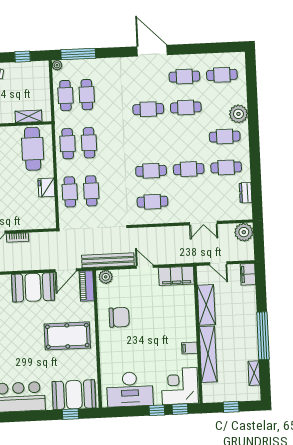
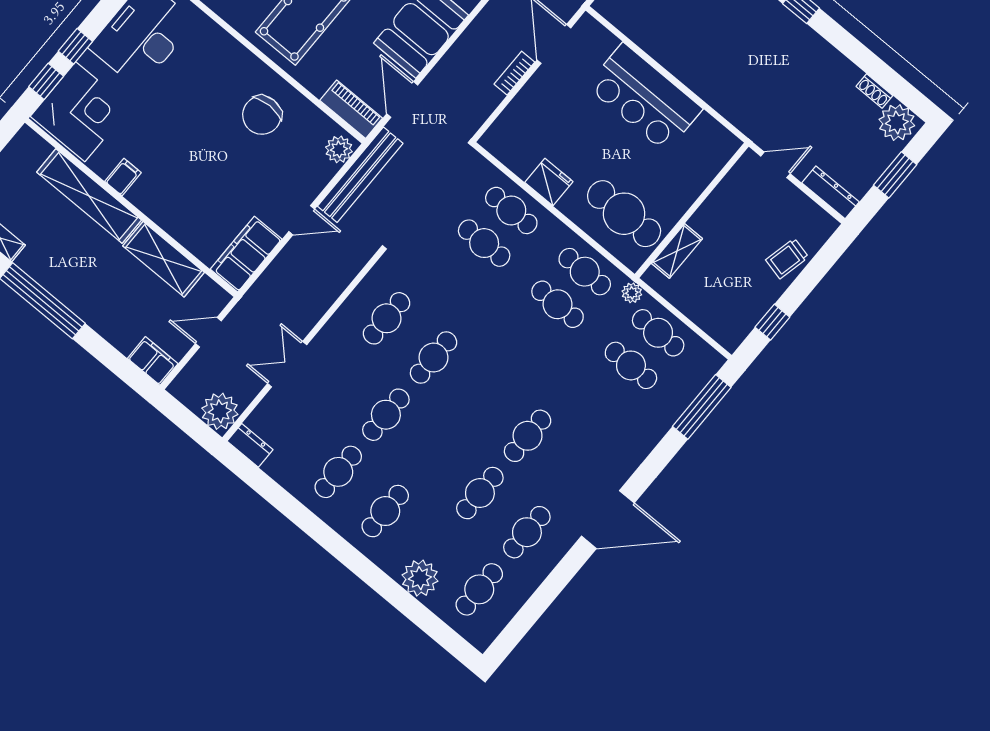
plant: (57, 65) -> (632, 293), moved
plant: (238, 114) -> (420, 578), moved
dresser: (246, 193) -> (250, 445), moved

